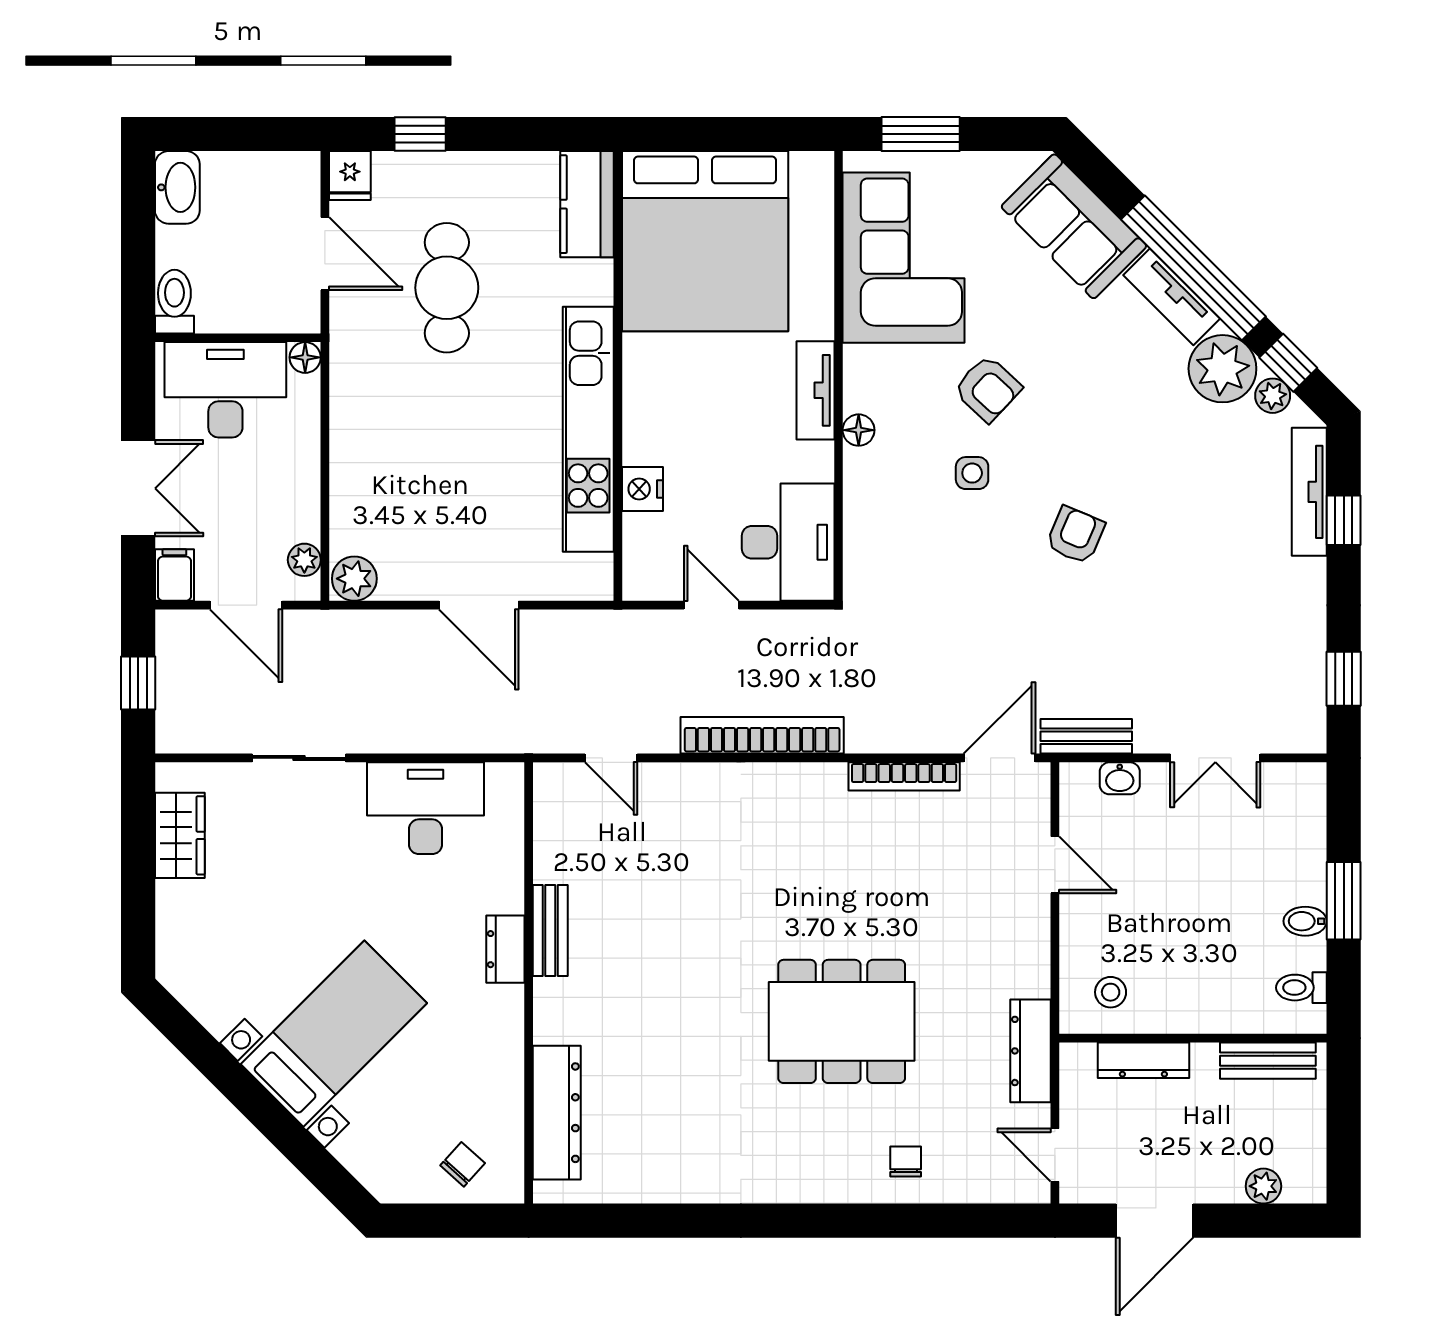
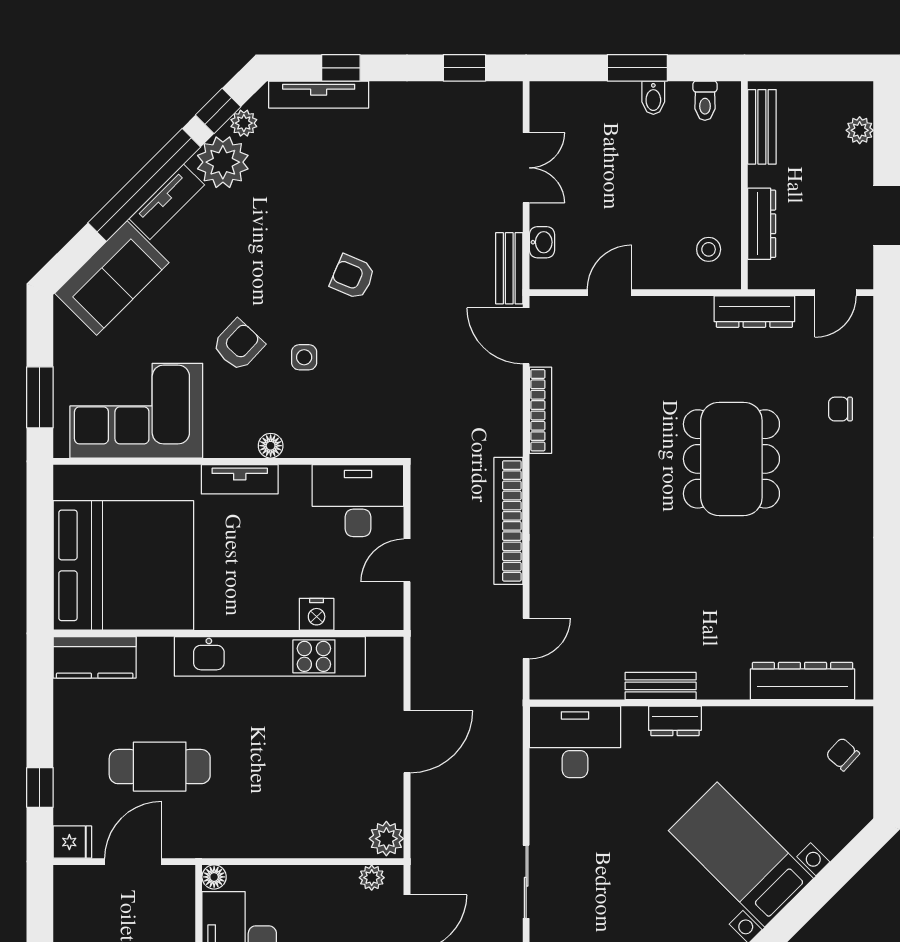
desk: (426, 808) -> (575, 742), moved, turned 90

